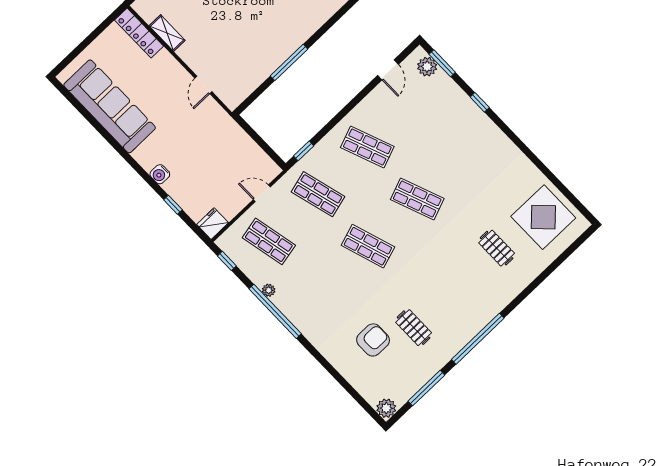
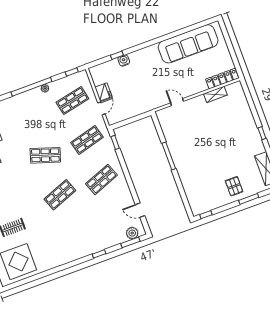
water cooler: (160, 174) -> (124, 60), moved
fridge: (213, 224) -> (103, 92), moved
shop shelf: (368, 246) -> (45, 155), turned 36

